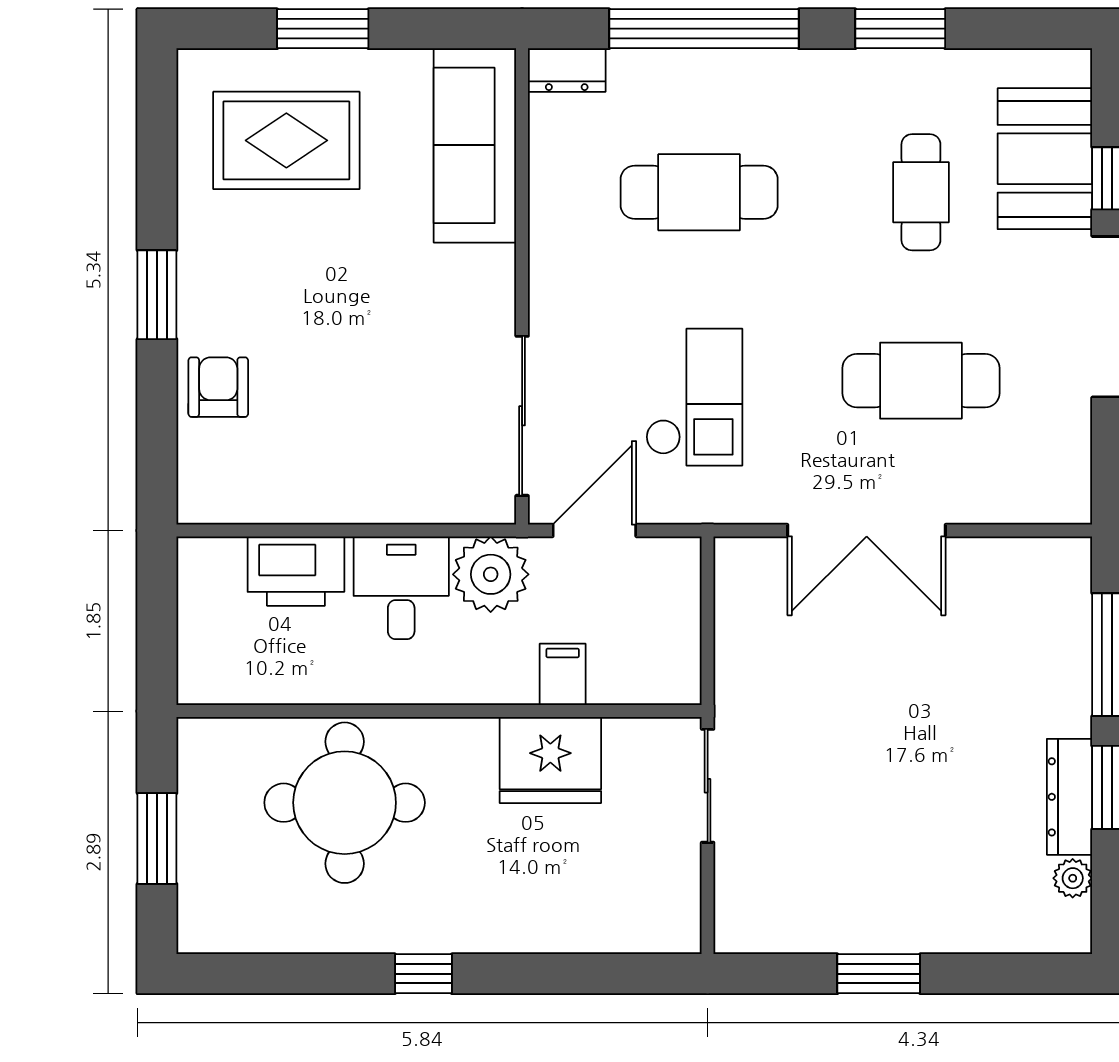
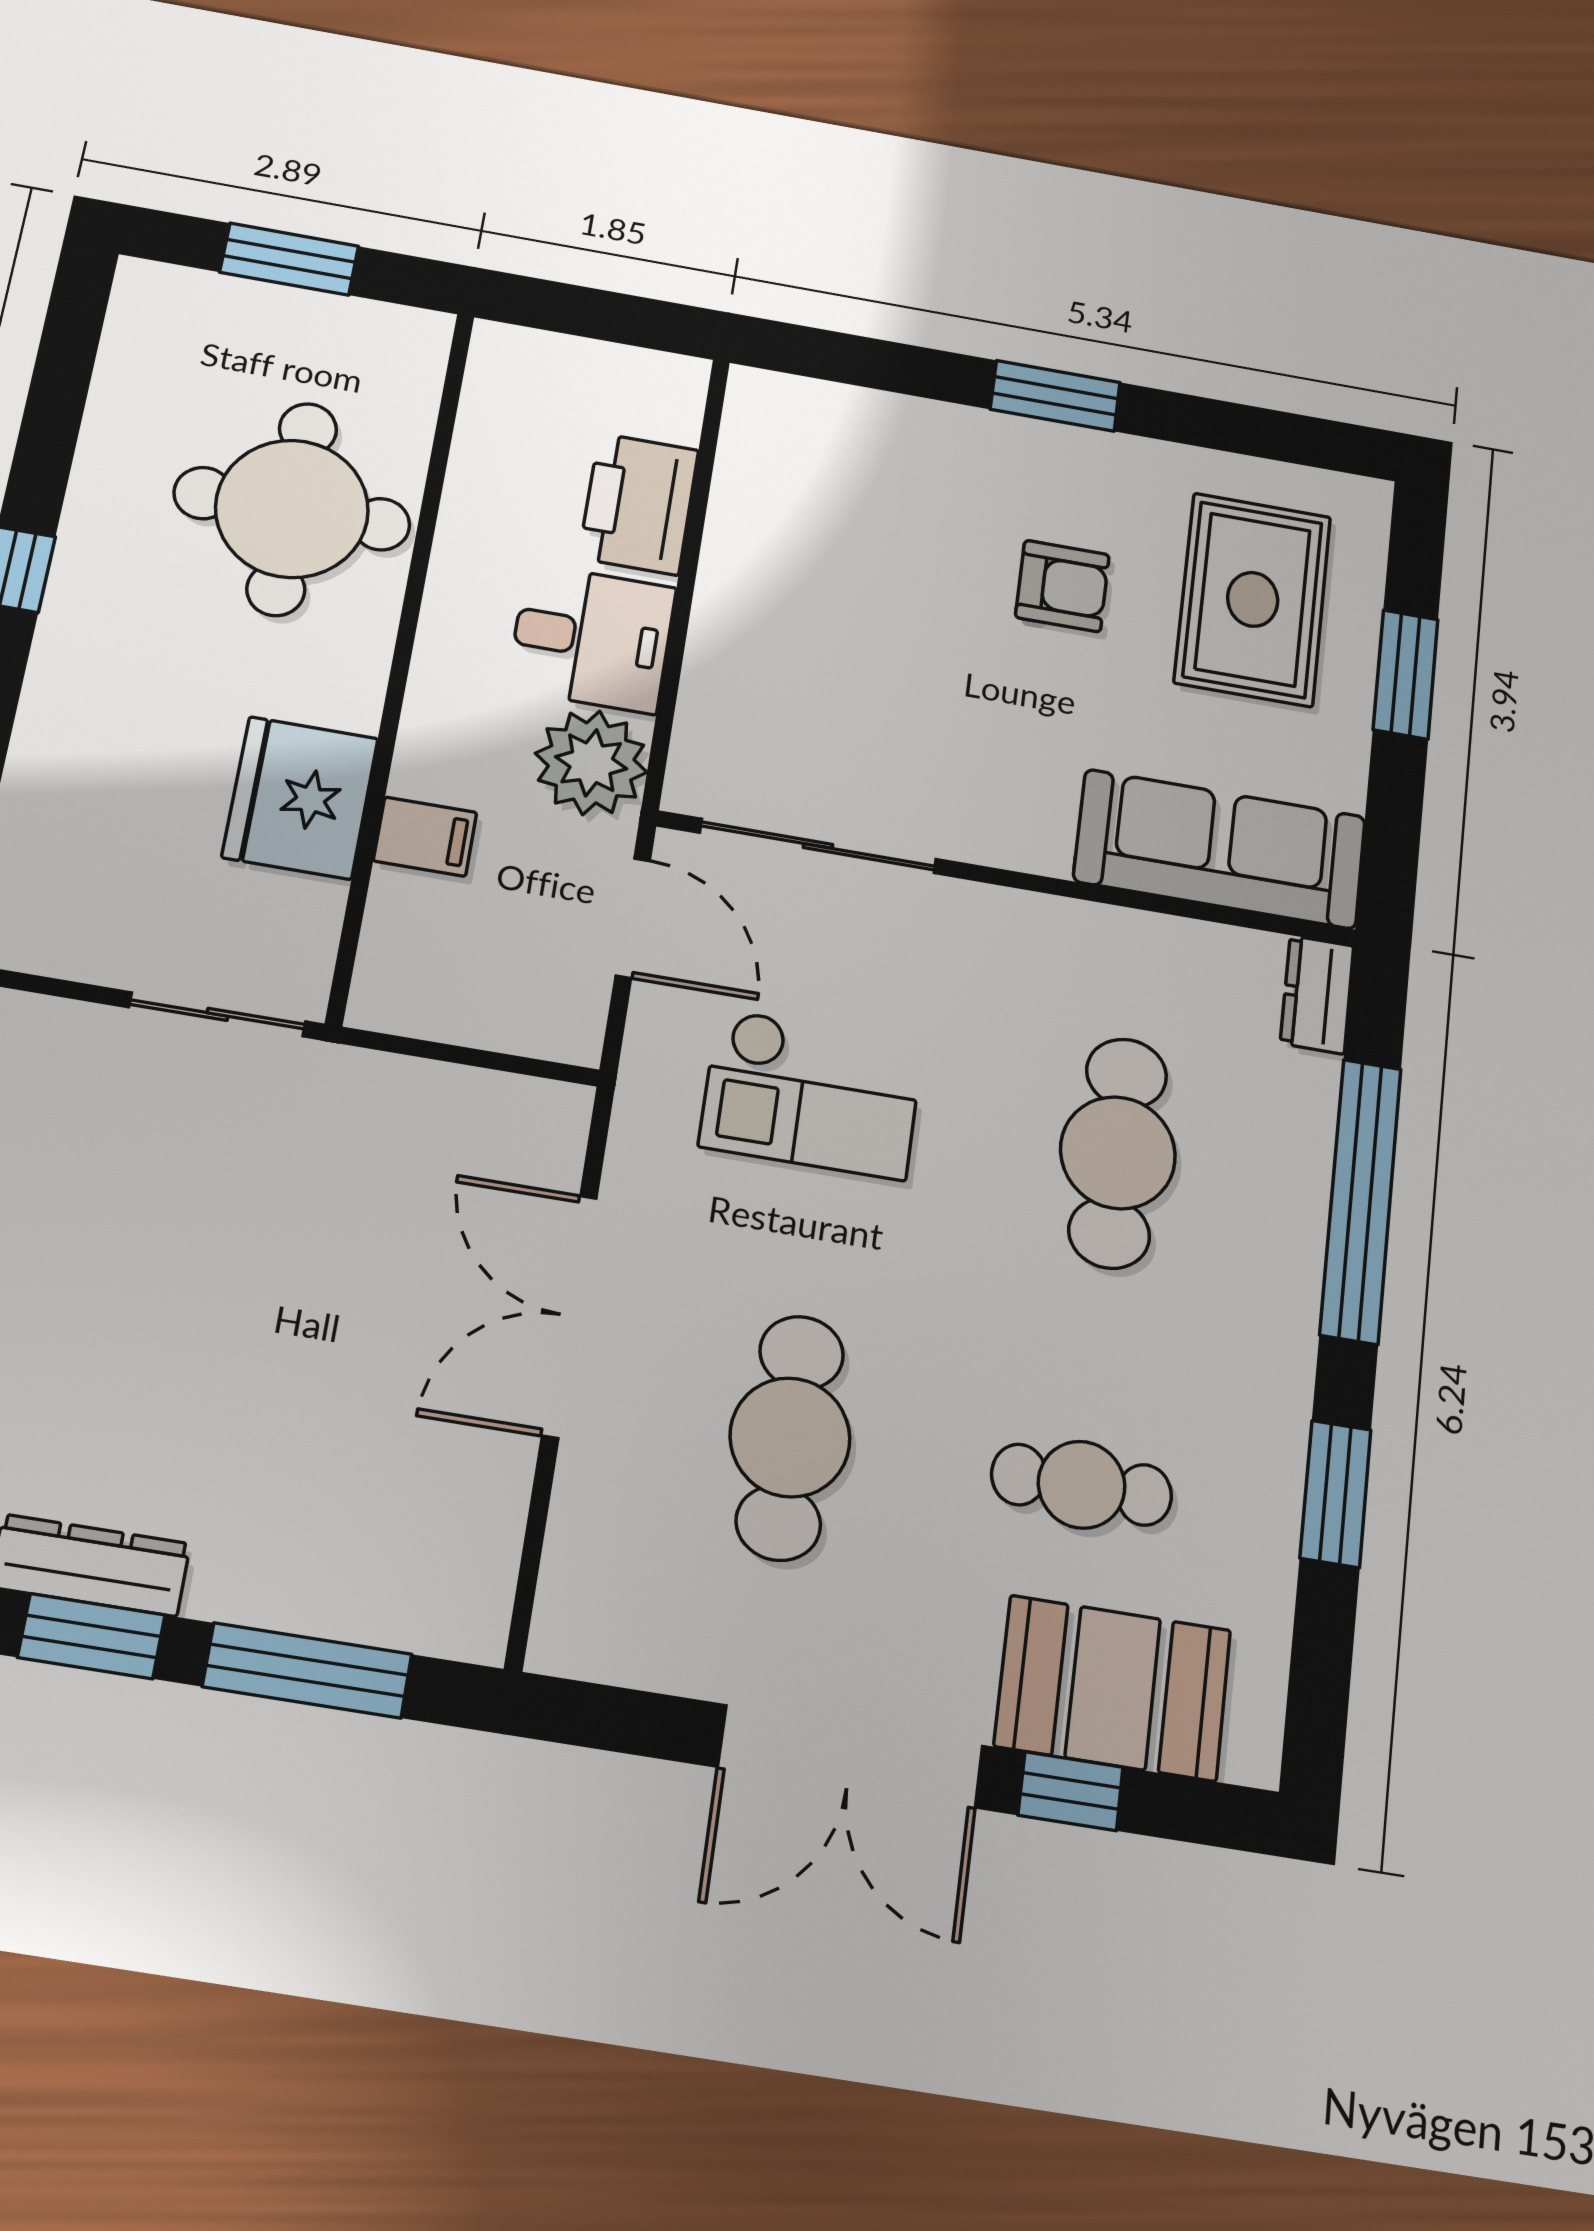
armchair: (218, 387) -> (1062, 586), moved

